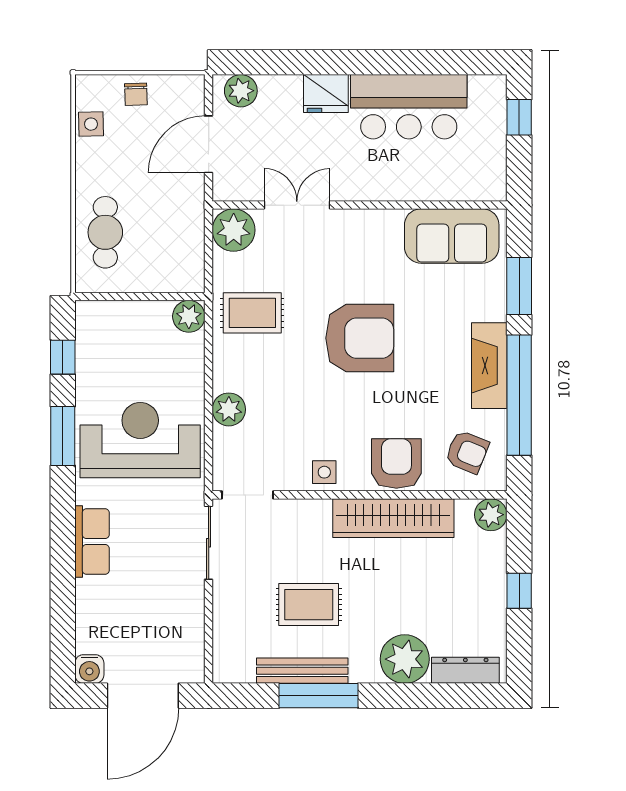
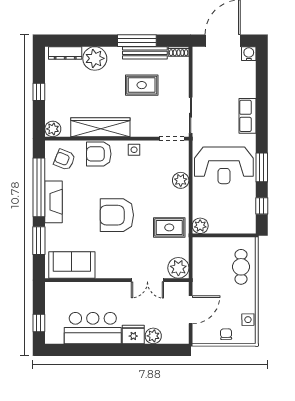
plant: (241, 91) -> (153, 336), moved
armchair: (396, 464) -> (99, 154), turned 90
shoe rack: (233, 673) -> (179, 52), added

